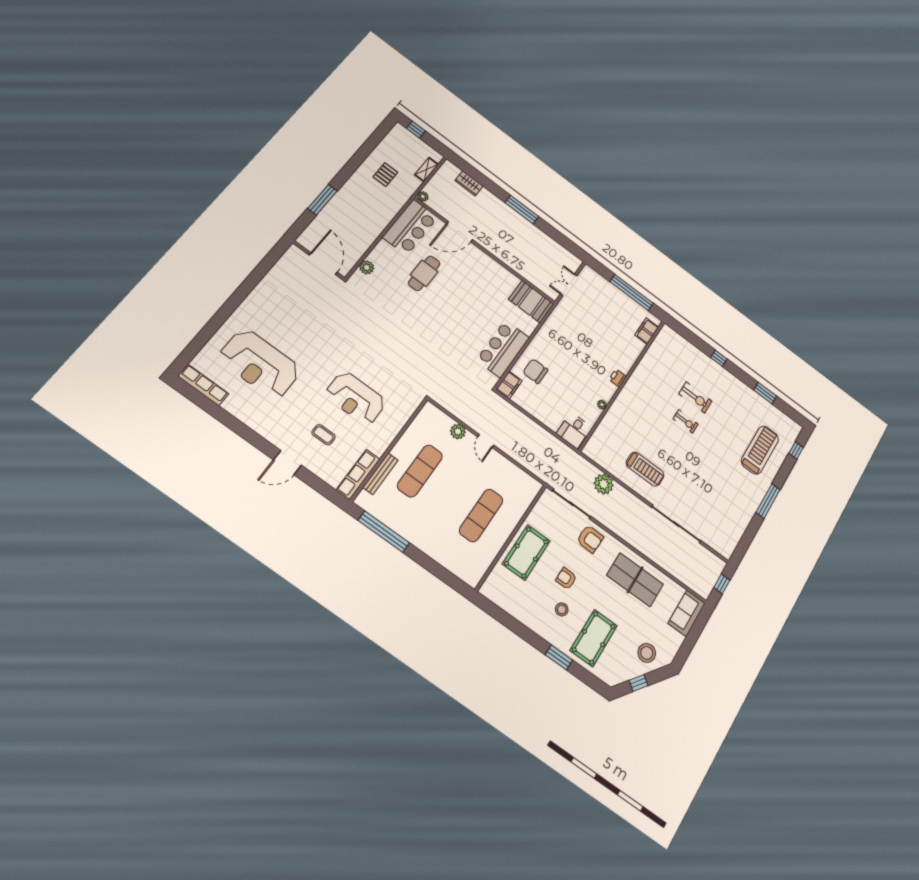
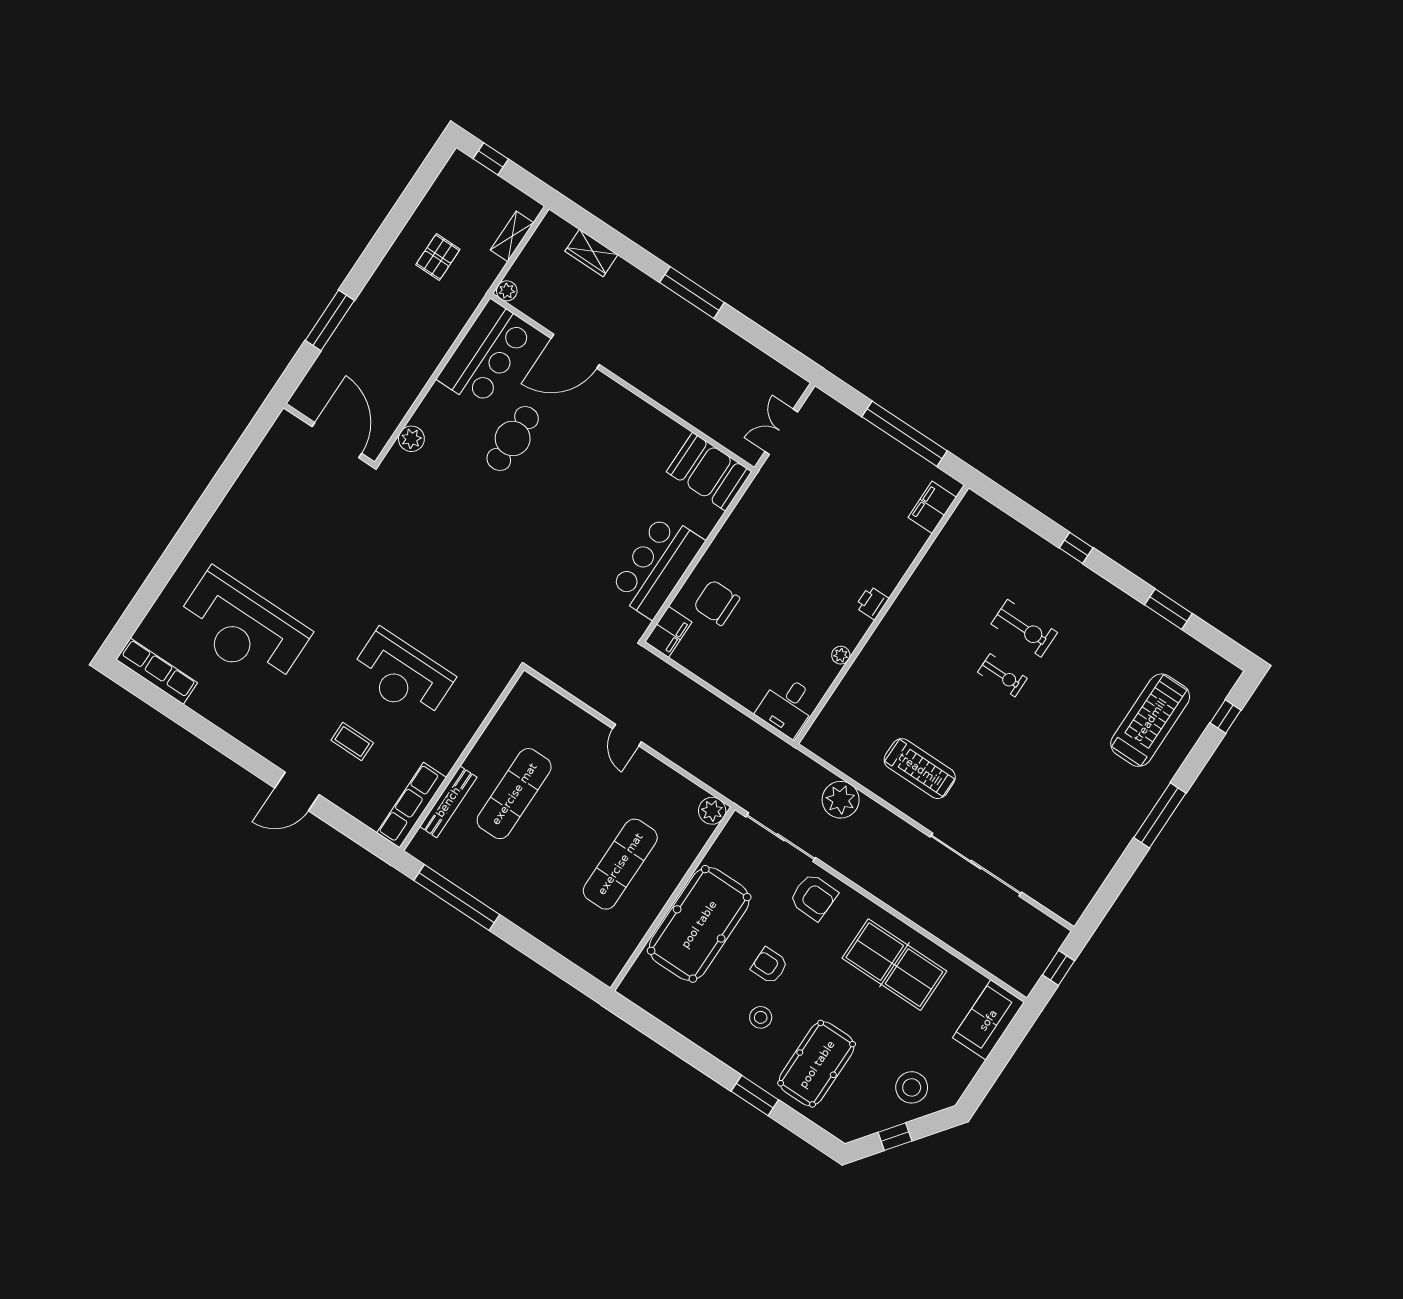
plant: (458, 432) -> (712, 811), moved
pool table: (526, 552) -> (699, 924), width x1.36, depth x1.32

